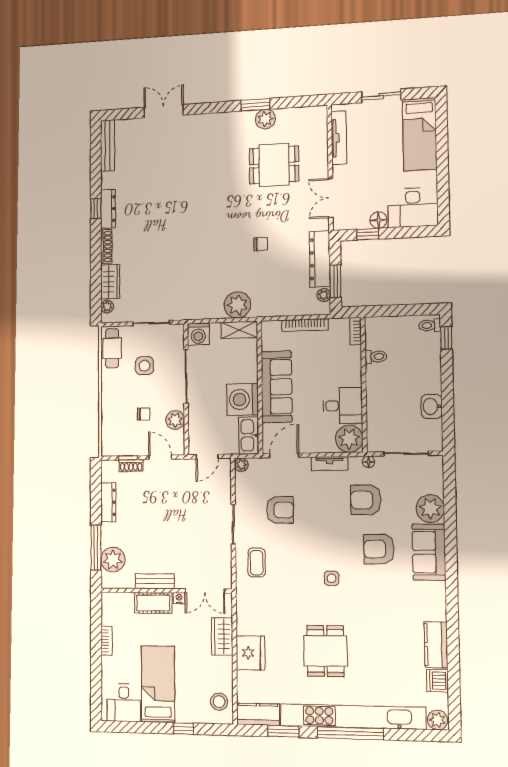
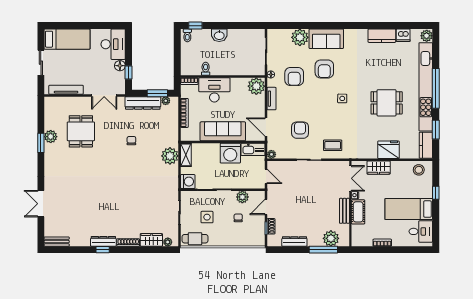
bench: (108, 145) -> (57, 242), width x0.73
desk: (343, 406) -> (214, 90), moved, width x1.37
washbasin: (432, 406) -> (219, 35), moved

